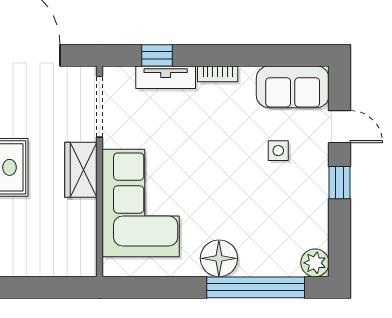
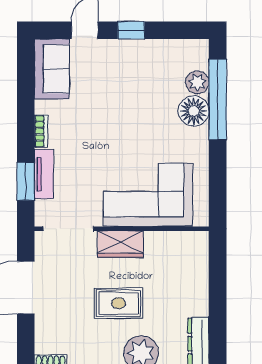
window: (157, 55) -> (26, 181), width x1.50
side table: (278, 151) -> (105, 81), removed
floor lamp: (219, 258) -> (194, 111), moved
plant: (315, 263) -> (197, 82), moved

